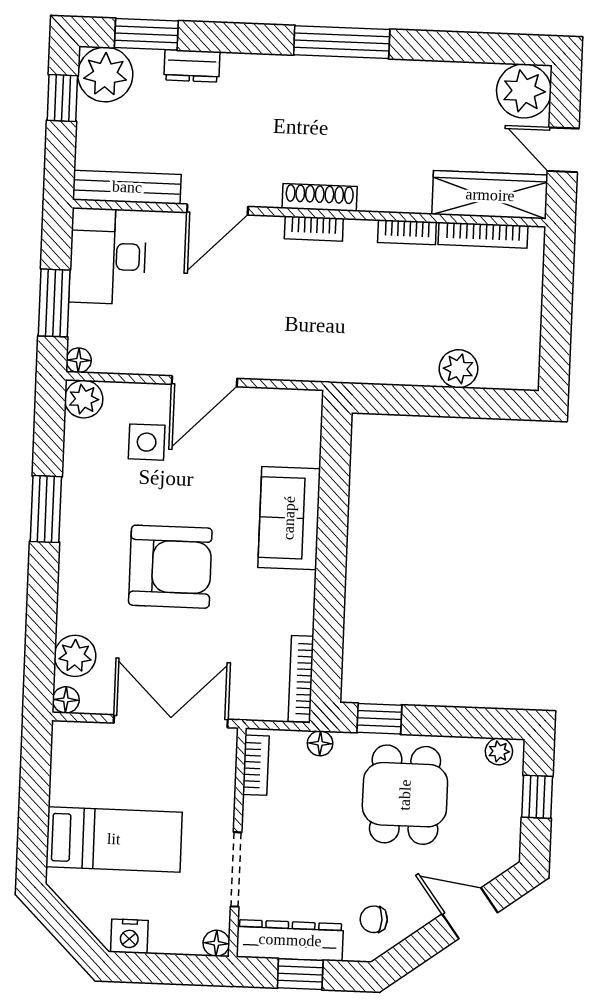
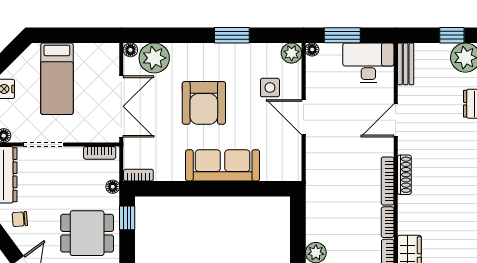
bench: (127, 187) -> (406, 64), width x0.73
door: (217, 209) -> (396, 120), hinge flipped
bookcase: (314, 229) -> (388, 181), width x1.56
sofa: (289, 518) -> (223, 165), width x1.36
plant: (75, 656) -> (154, 58), width x1.36, depth x1.36
bookcase: (301, 679) -> (138, 175), width x0.64
chair: (374, 919) -> (20, 219), turned -95

